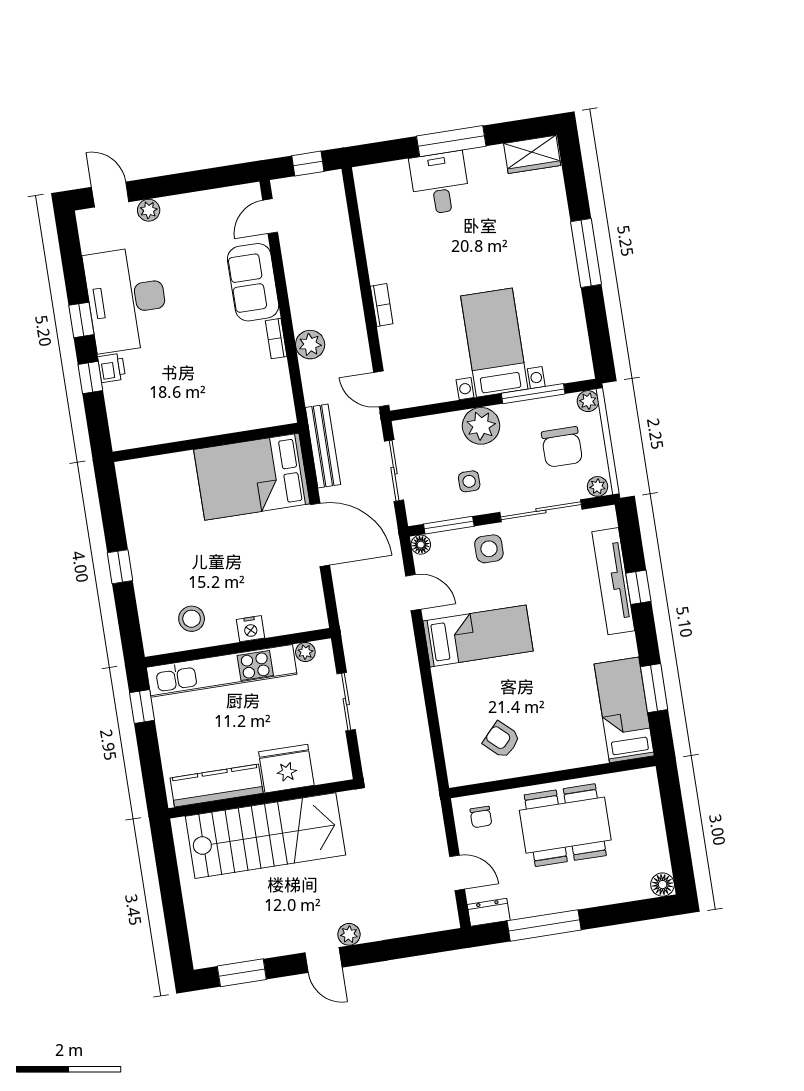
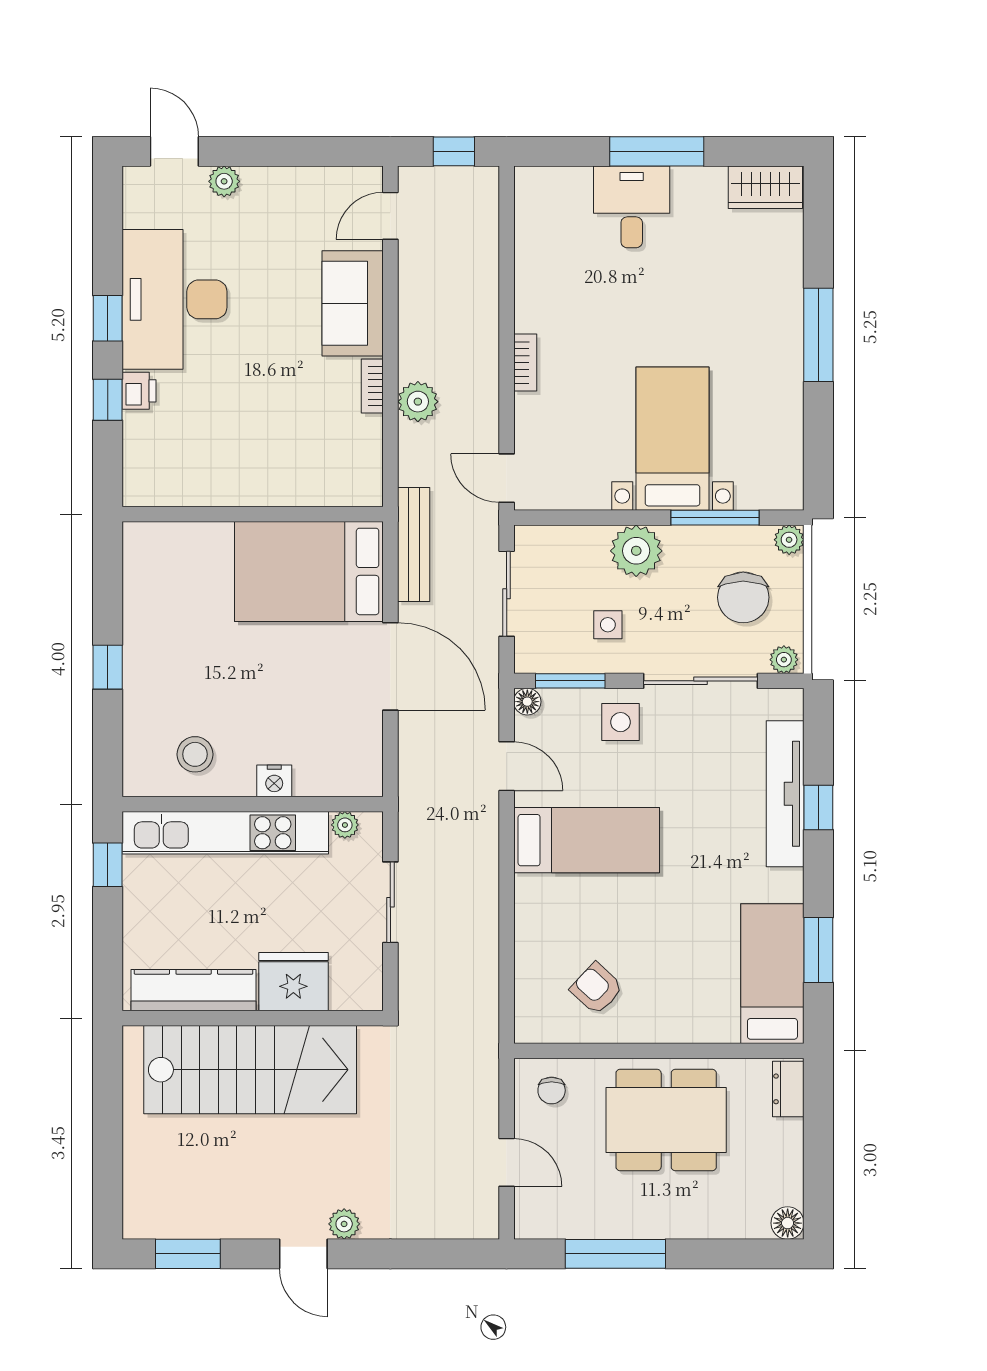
dresser: (489, 912) -> (788, 1089), moved, turned -90

